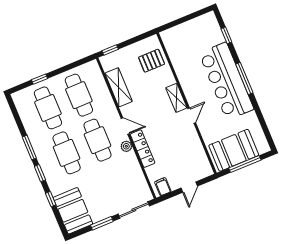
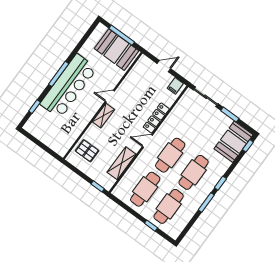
door: (125, 126) -> (147, 141), hinge flipped
plant: (126, 146) -> (162, 131), removed
window: (51, 199) -> (248, 146), moved

